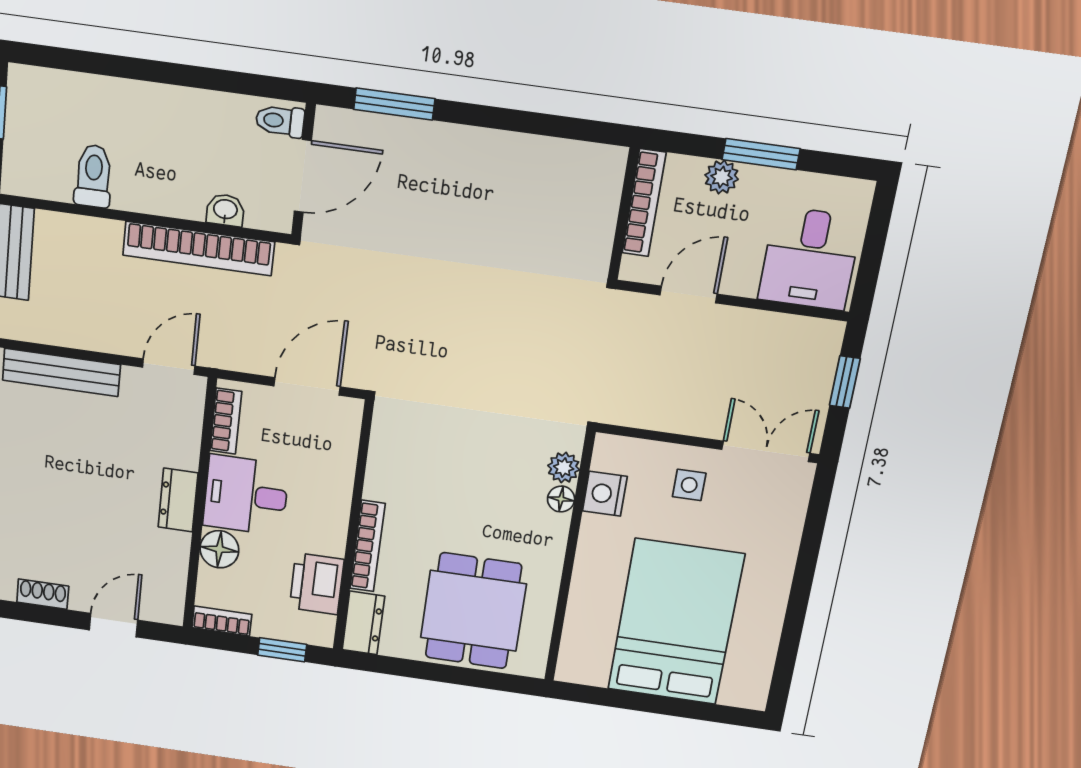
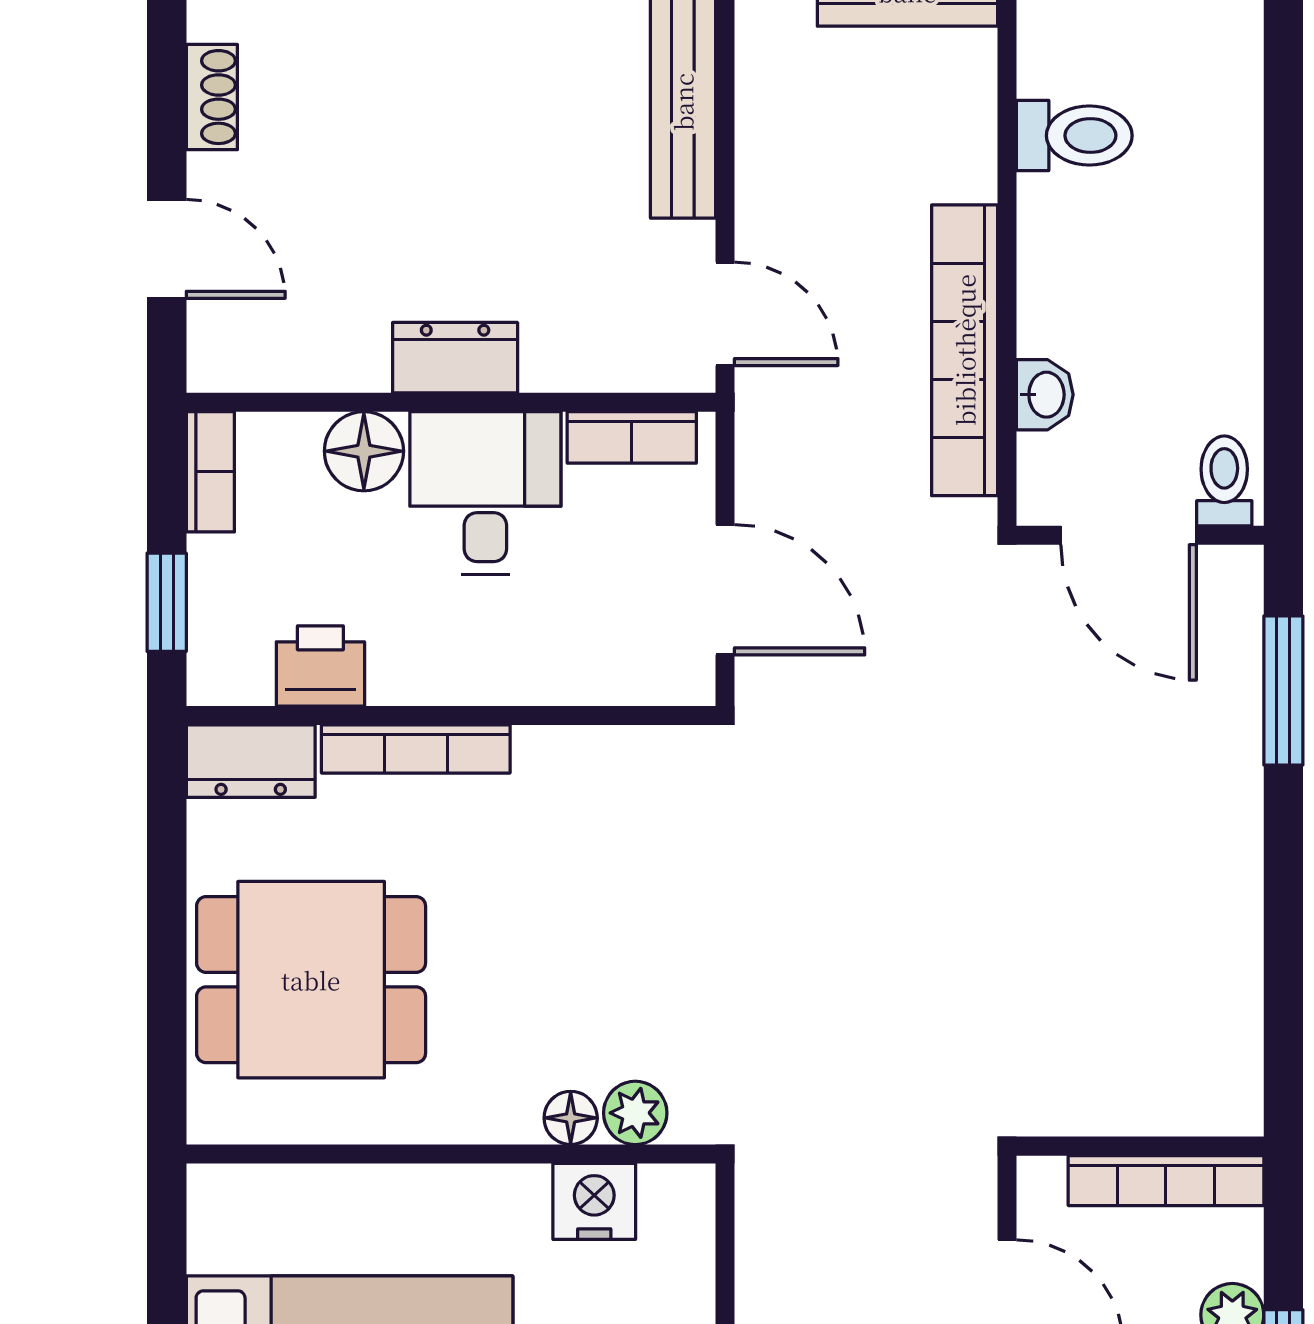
printer: (317, 584) -> (320, 666), width x0.73, depth x0.81

